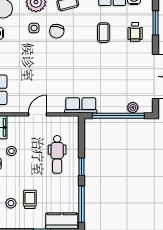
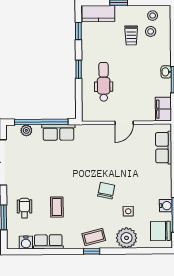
chair: (57, 31) -> (106, 191), moved
row of seats: (81, 105) -> (58, 132), moved
stool: (11, 151) -> (153, 16), moved
window: (81, 204) -> (78, 31), width x0.46

